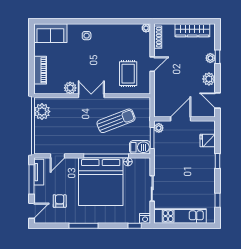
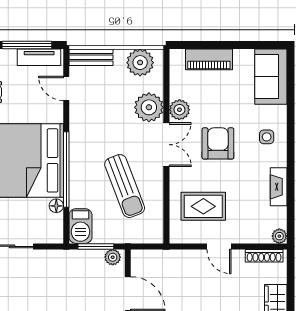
fireplace: (116, 28) -> (279, 187), added
armchair: (90, 65) -> (218, 143), added
plant: (69, 106) -> (149, 107), added
bench: (39, 141) -> (91, 57), added

